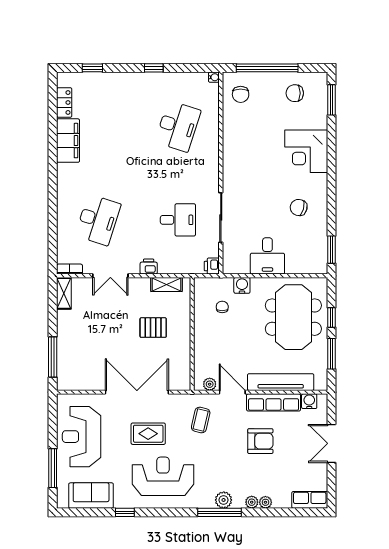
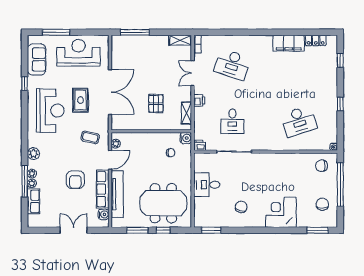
desk: (178, 126) -> (299, 121), turned -36
water cooler: (242, 285) -> (186, 138), moved
row of seats: (310, 500) -> (33, 201), moved
window: (220, 512) -> (25, 181), moved

